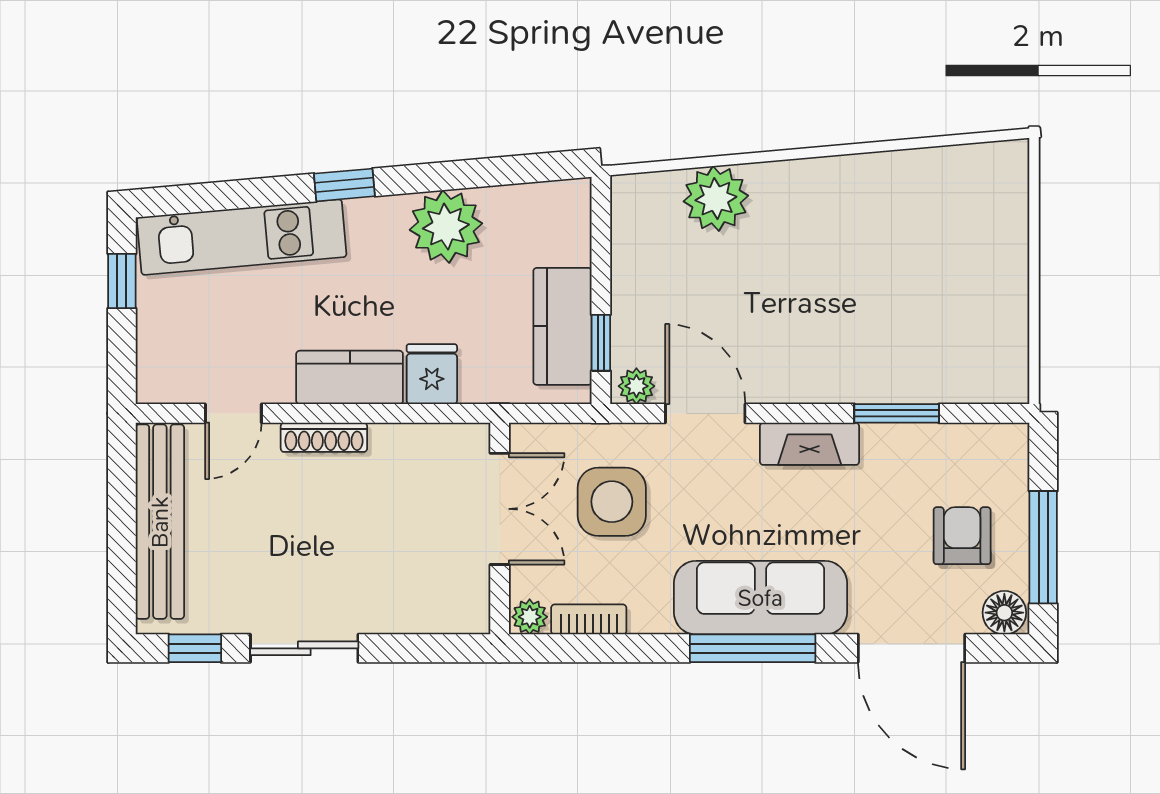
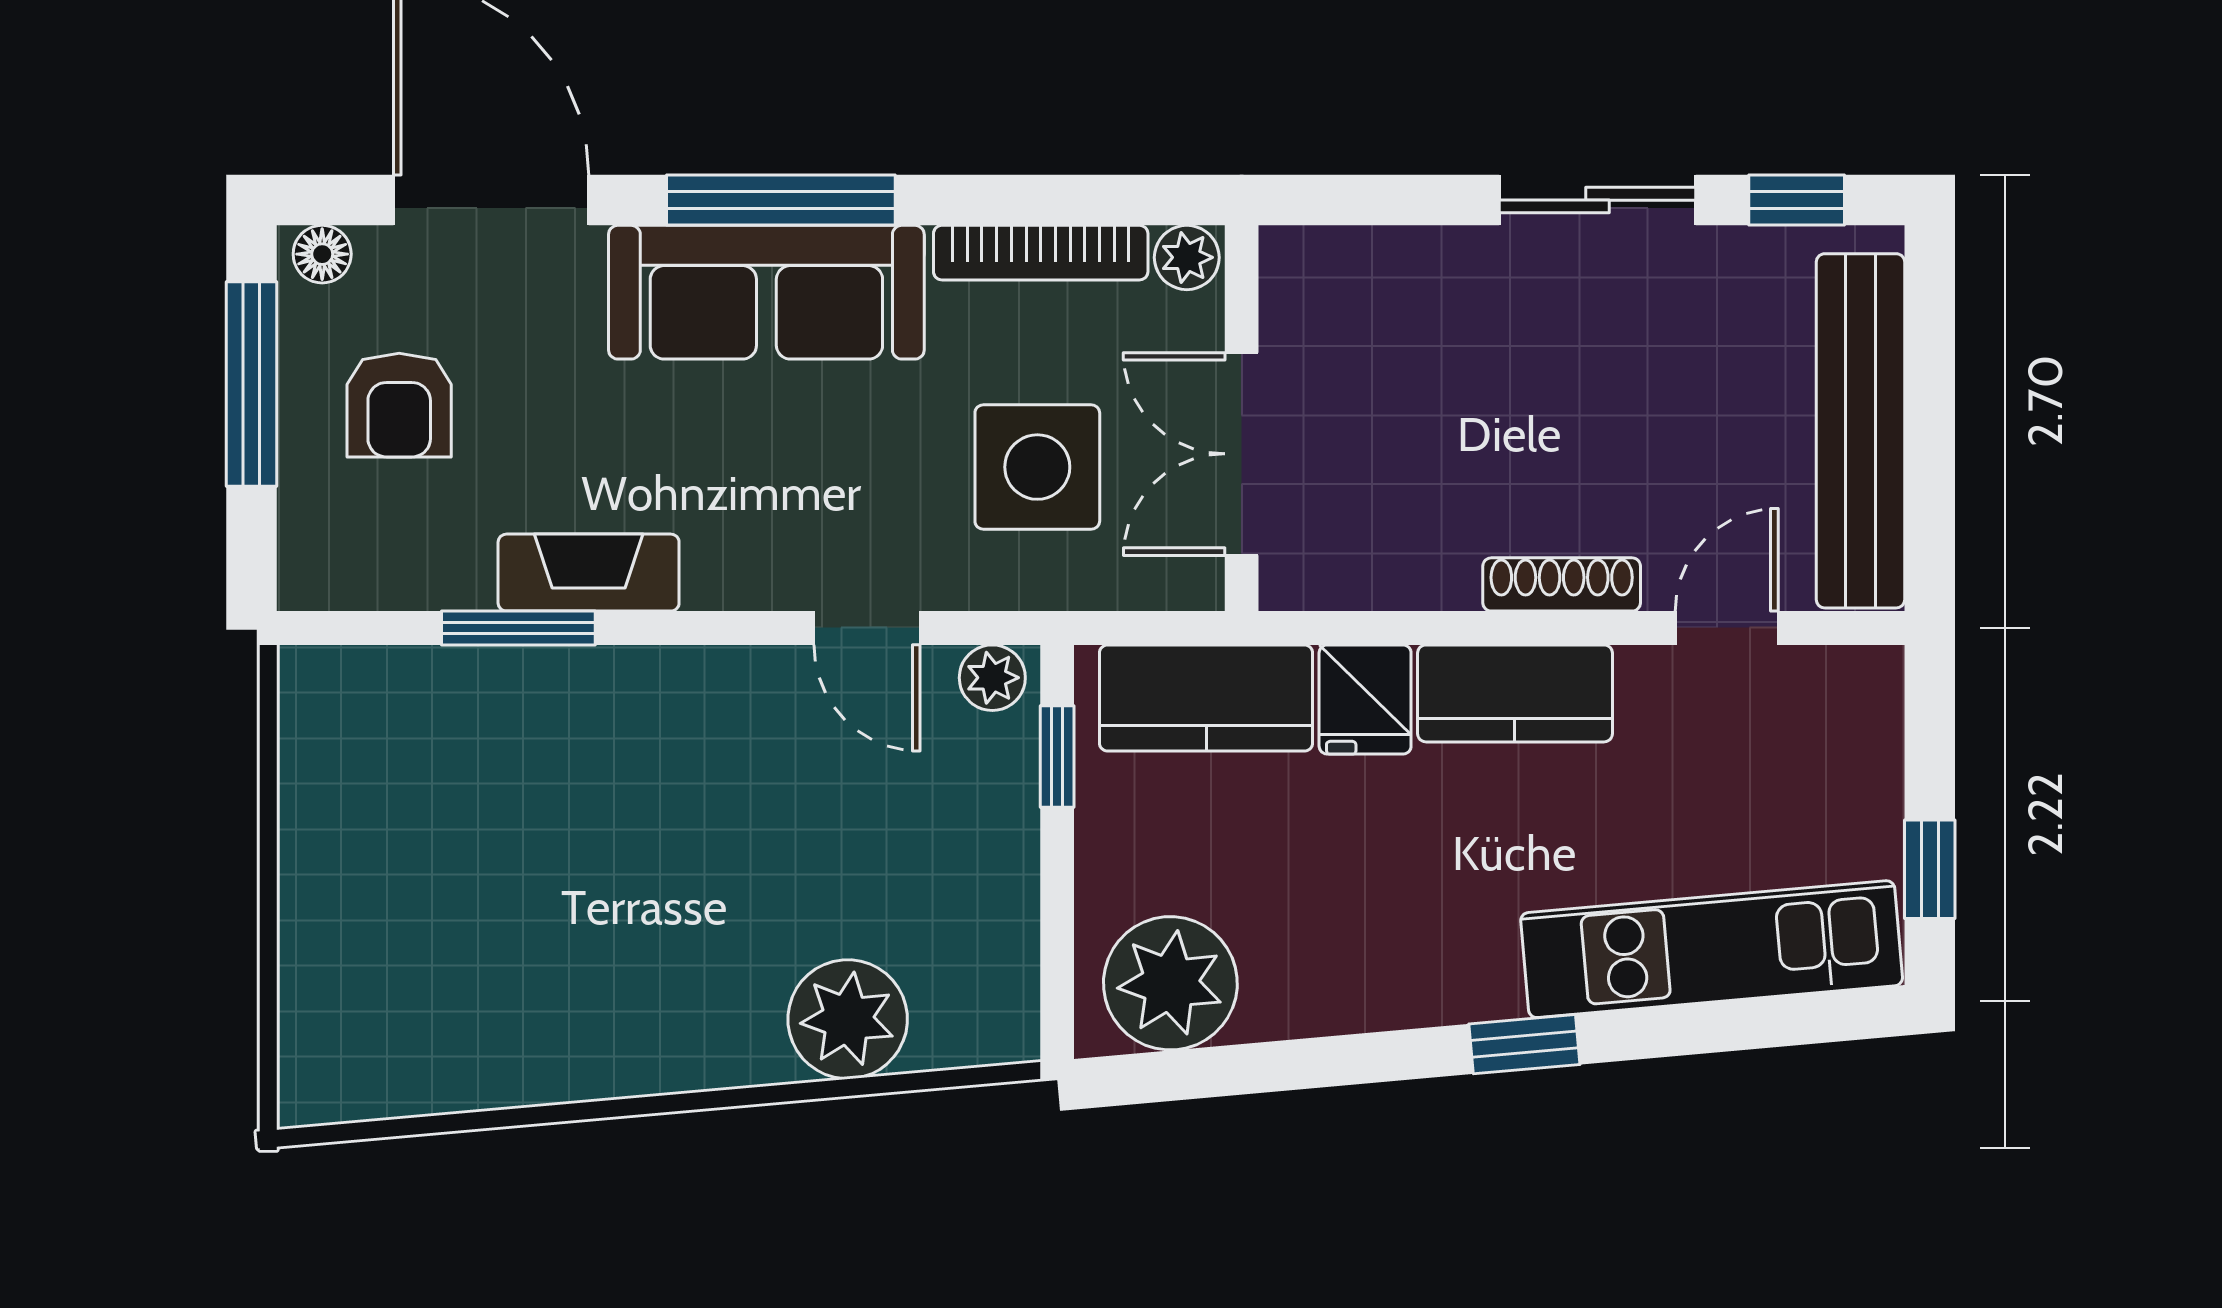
plant: (446, 227) -> (1170, 983), moved
kitchen counter: (563, 326) -> (1206, 698), moved, turned 90
door: (705, 413) -> (867, 628), width x0.73
fireplace: (810, 444) -> (589, 573), moved
floor lamp: (1004, 613) -> (322, 254), width x0.73, depth x0.73
bookcase: (589, 619) -> (1041, 253), width x1.56

